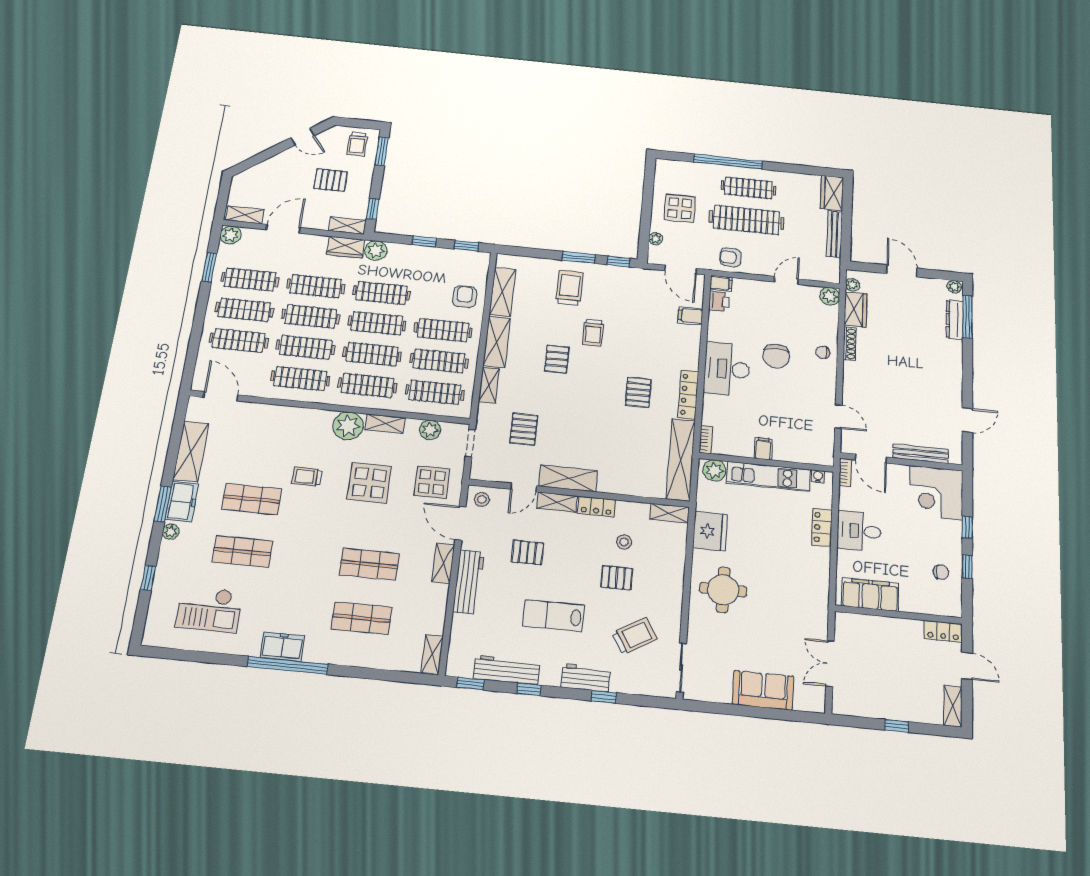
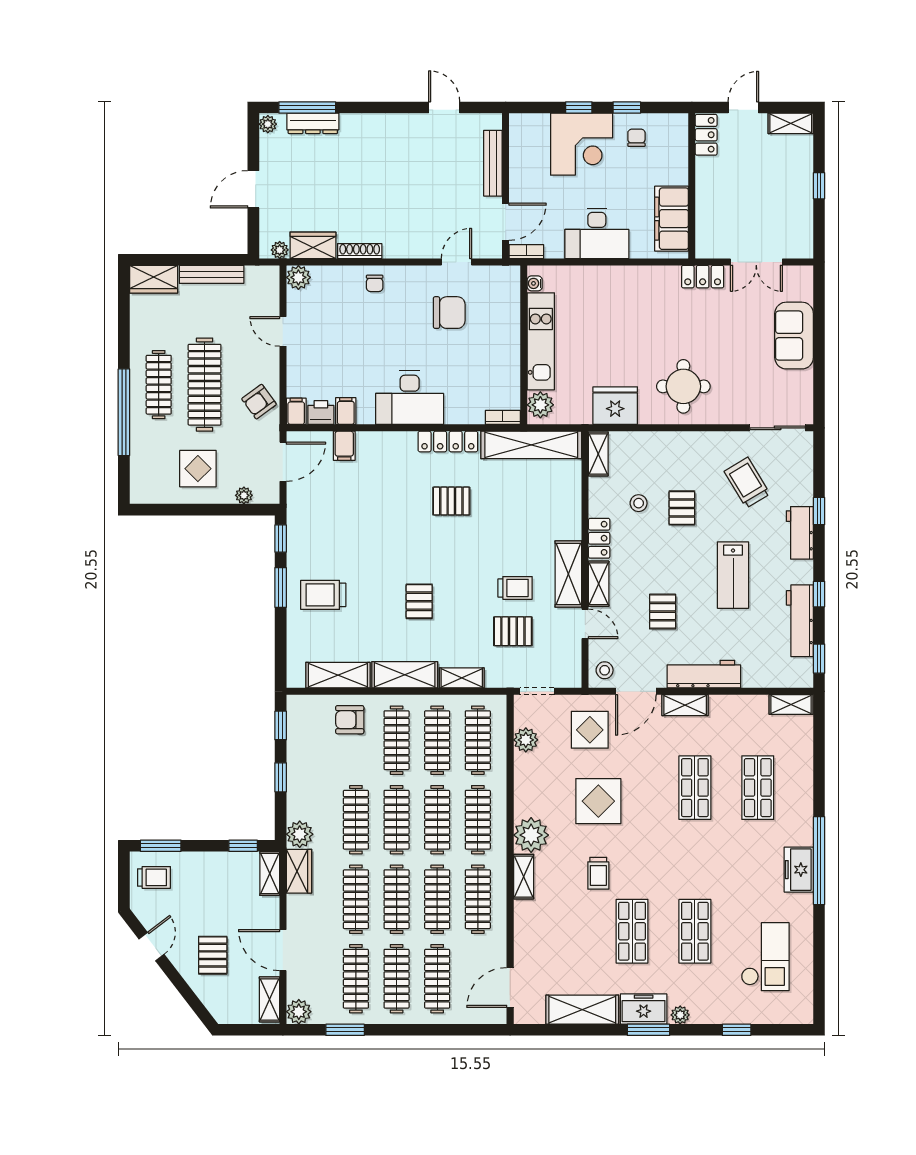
pallet: (331, 180) -> (213, 955), moved
armchair: (731, 257) -> (259, 402), turned 54
trolley: (593, 333) -> (515, 588), moved
chair: (776, 356) -> (449, 313), moved
pallet: (557, 359) -> (419, 601), turned 90
shelving: (385, 424) -> (524, 877), moved
filing cabinet: (763, 449) -> (346, 411), moved, turned 90
corner desk: (936, 493) -> (582, 144), moved
locker: (822, 527) -> (703, 277), moved
desk: (859, 531) -> (597, 233), width x1.37

